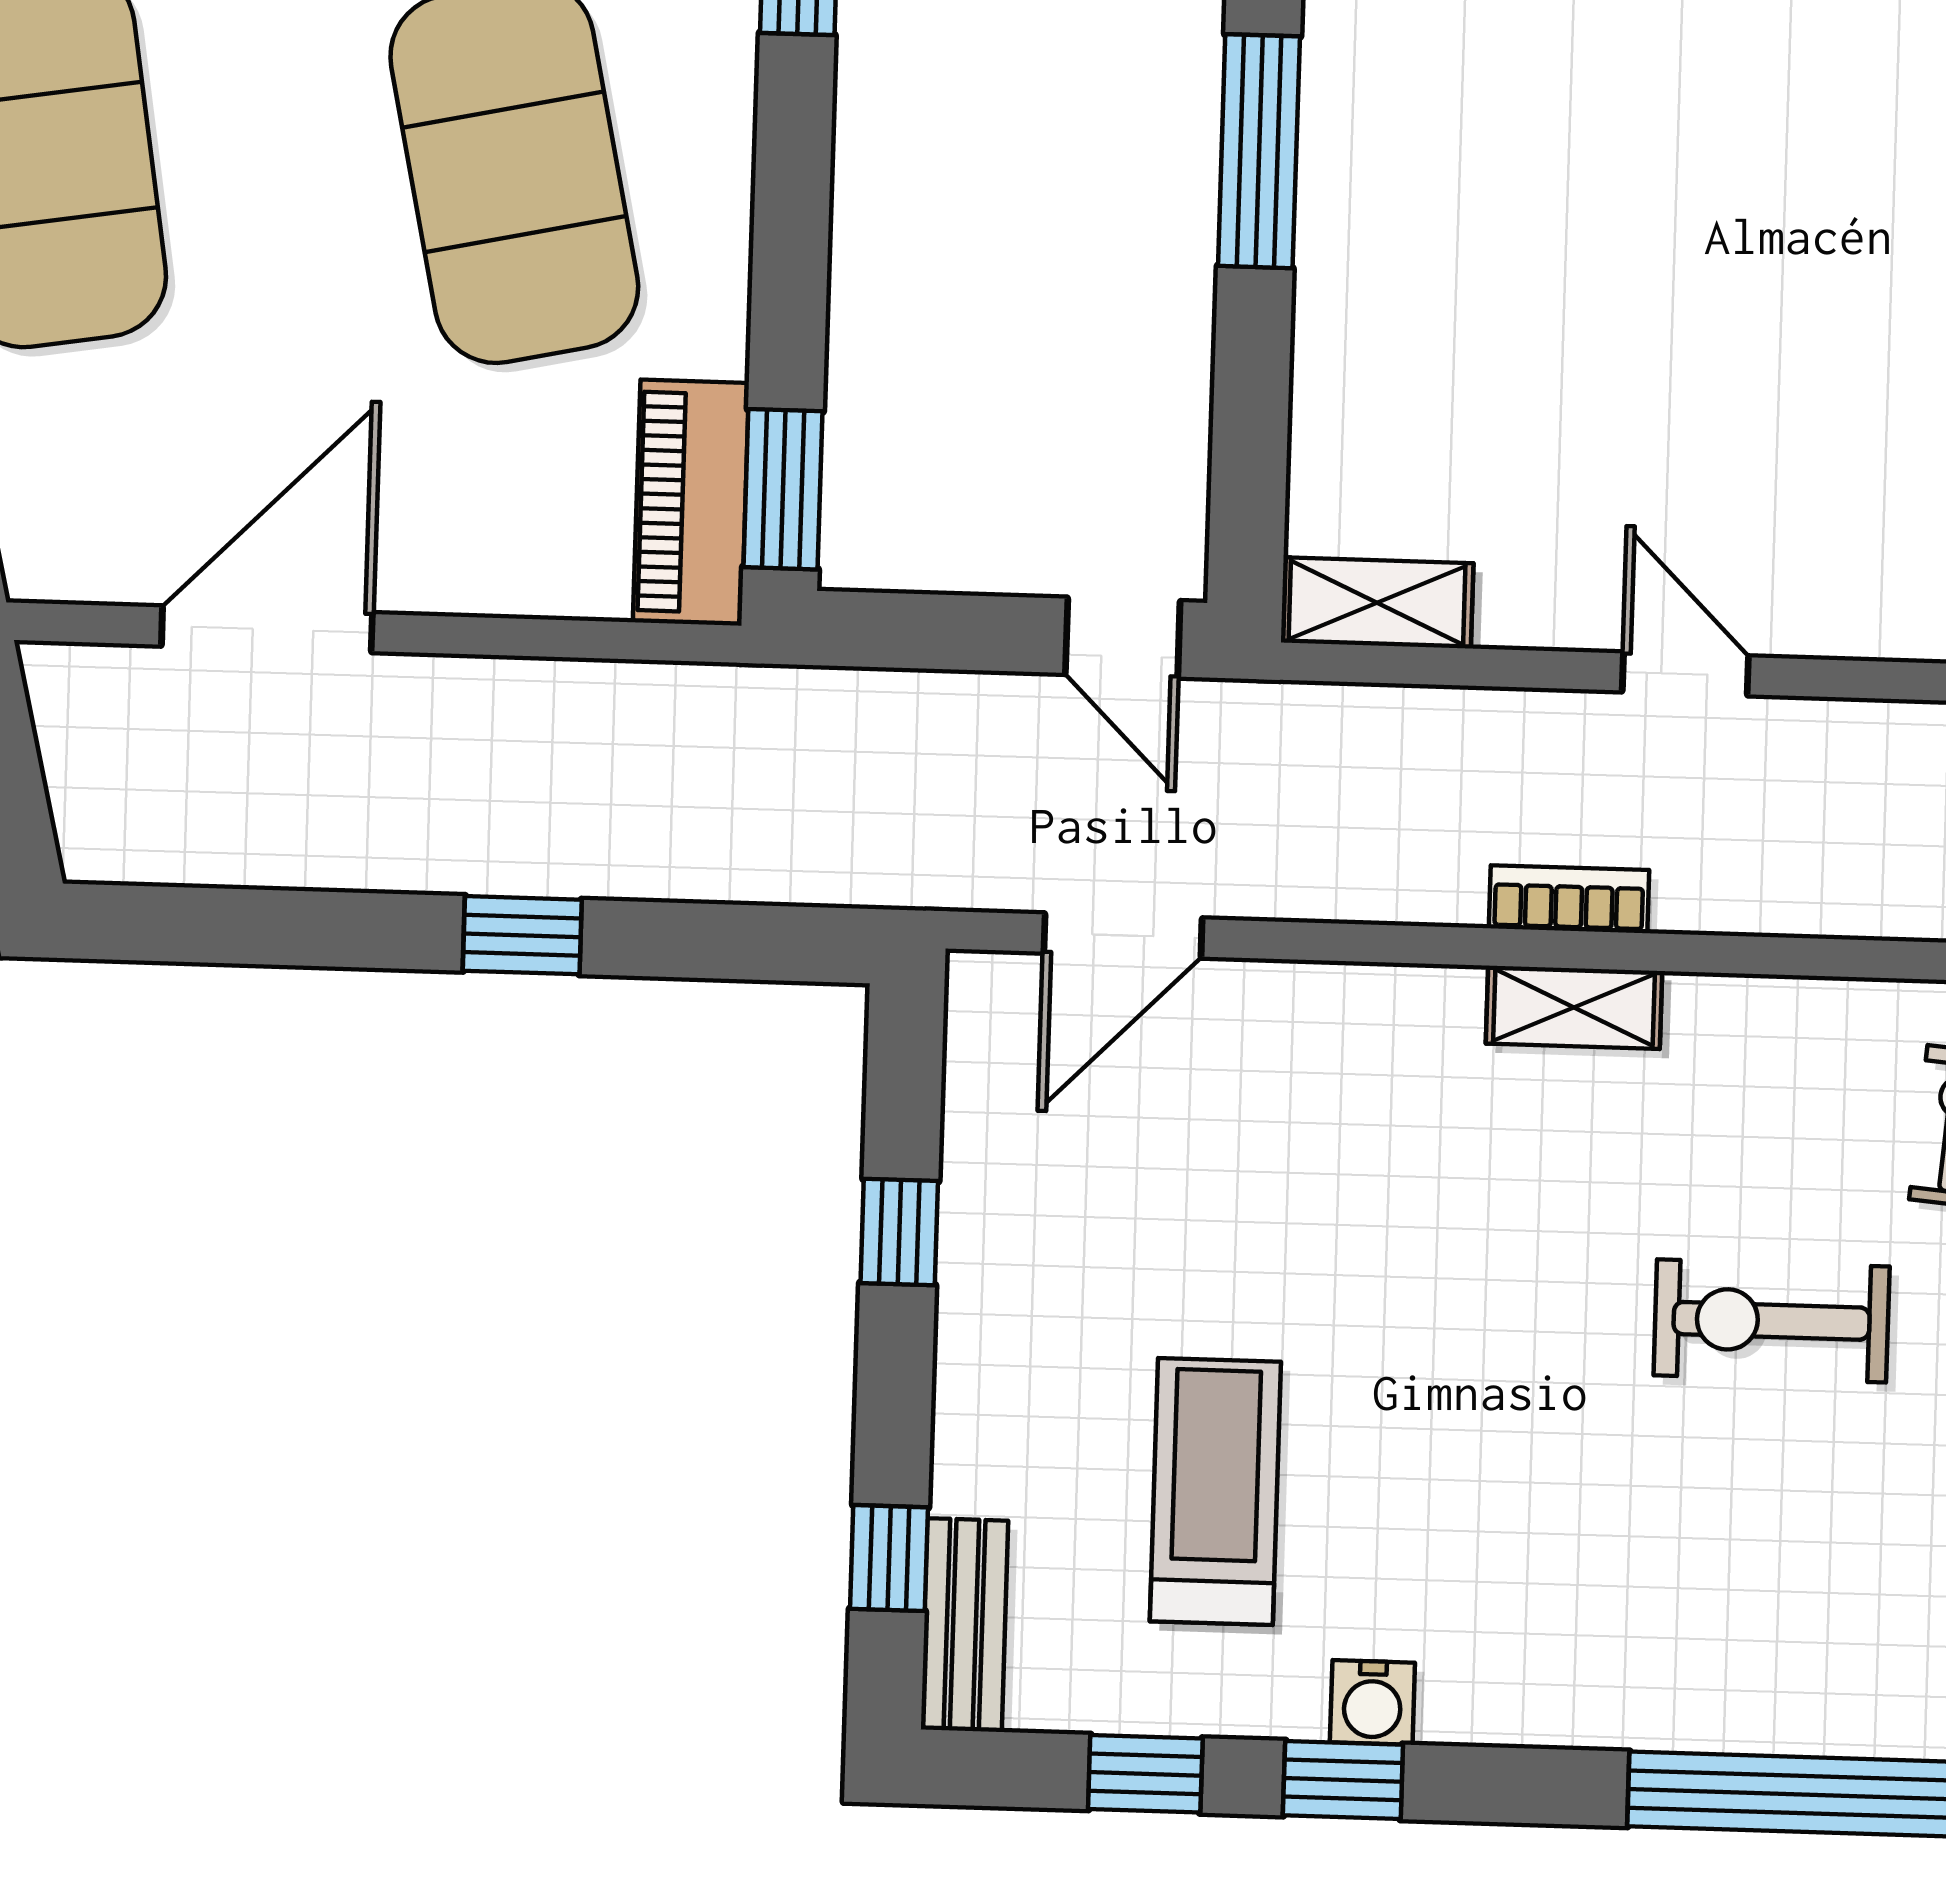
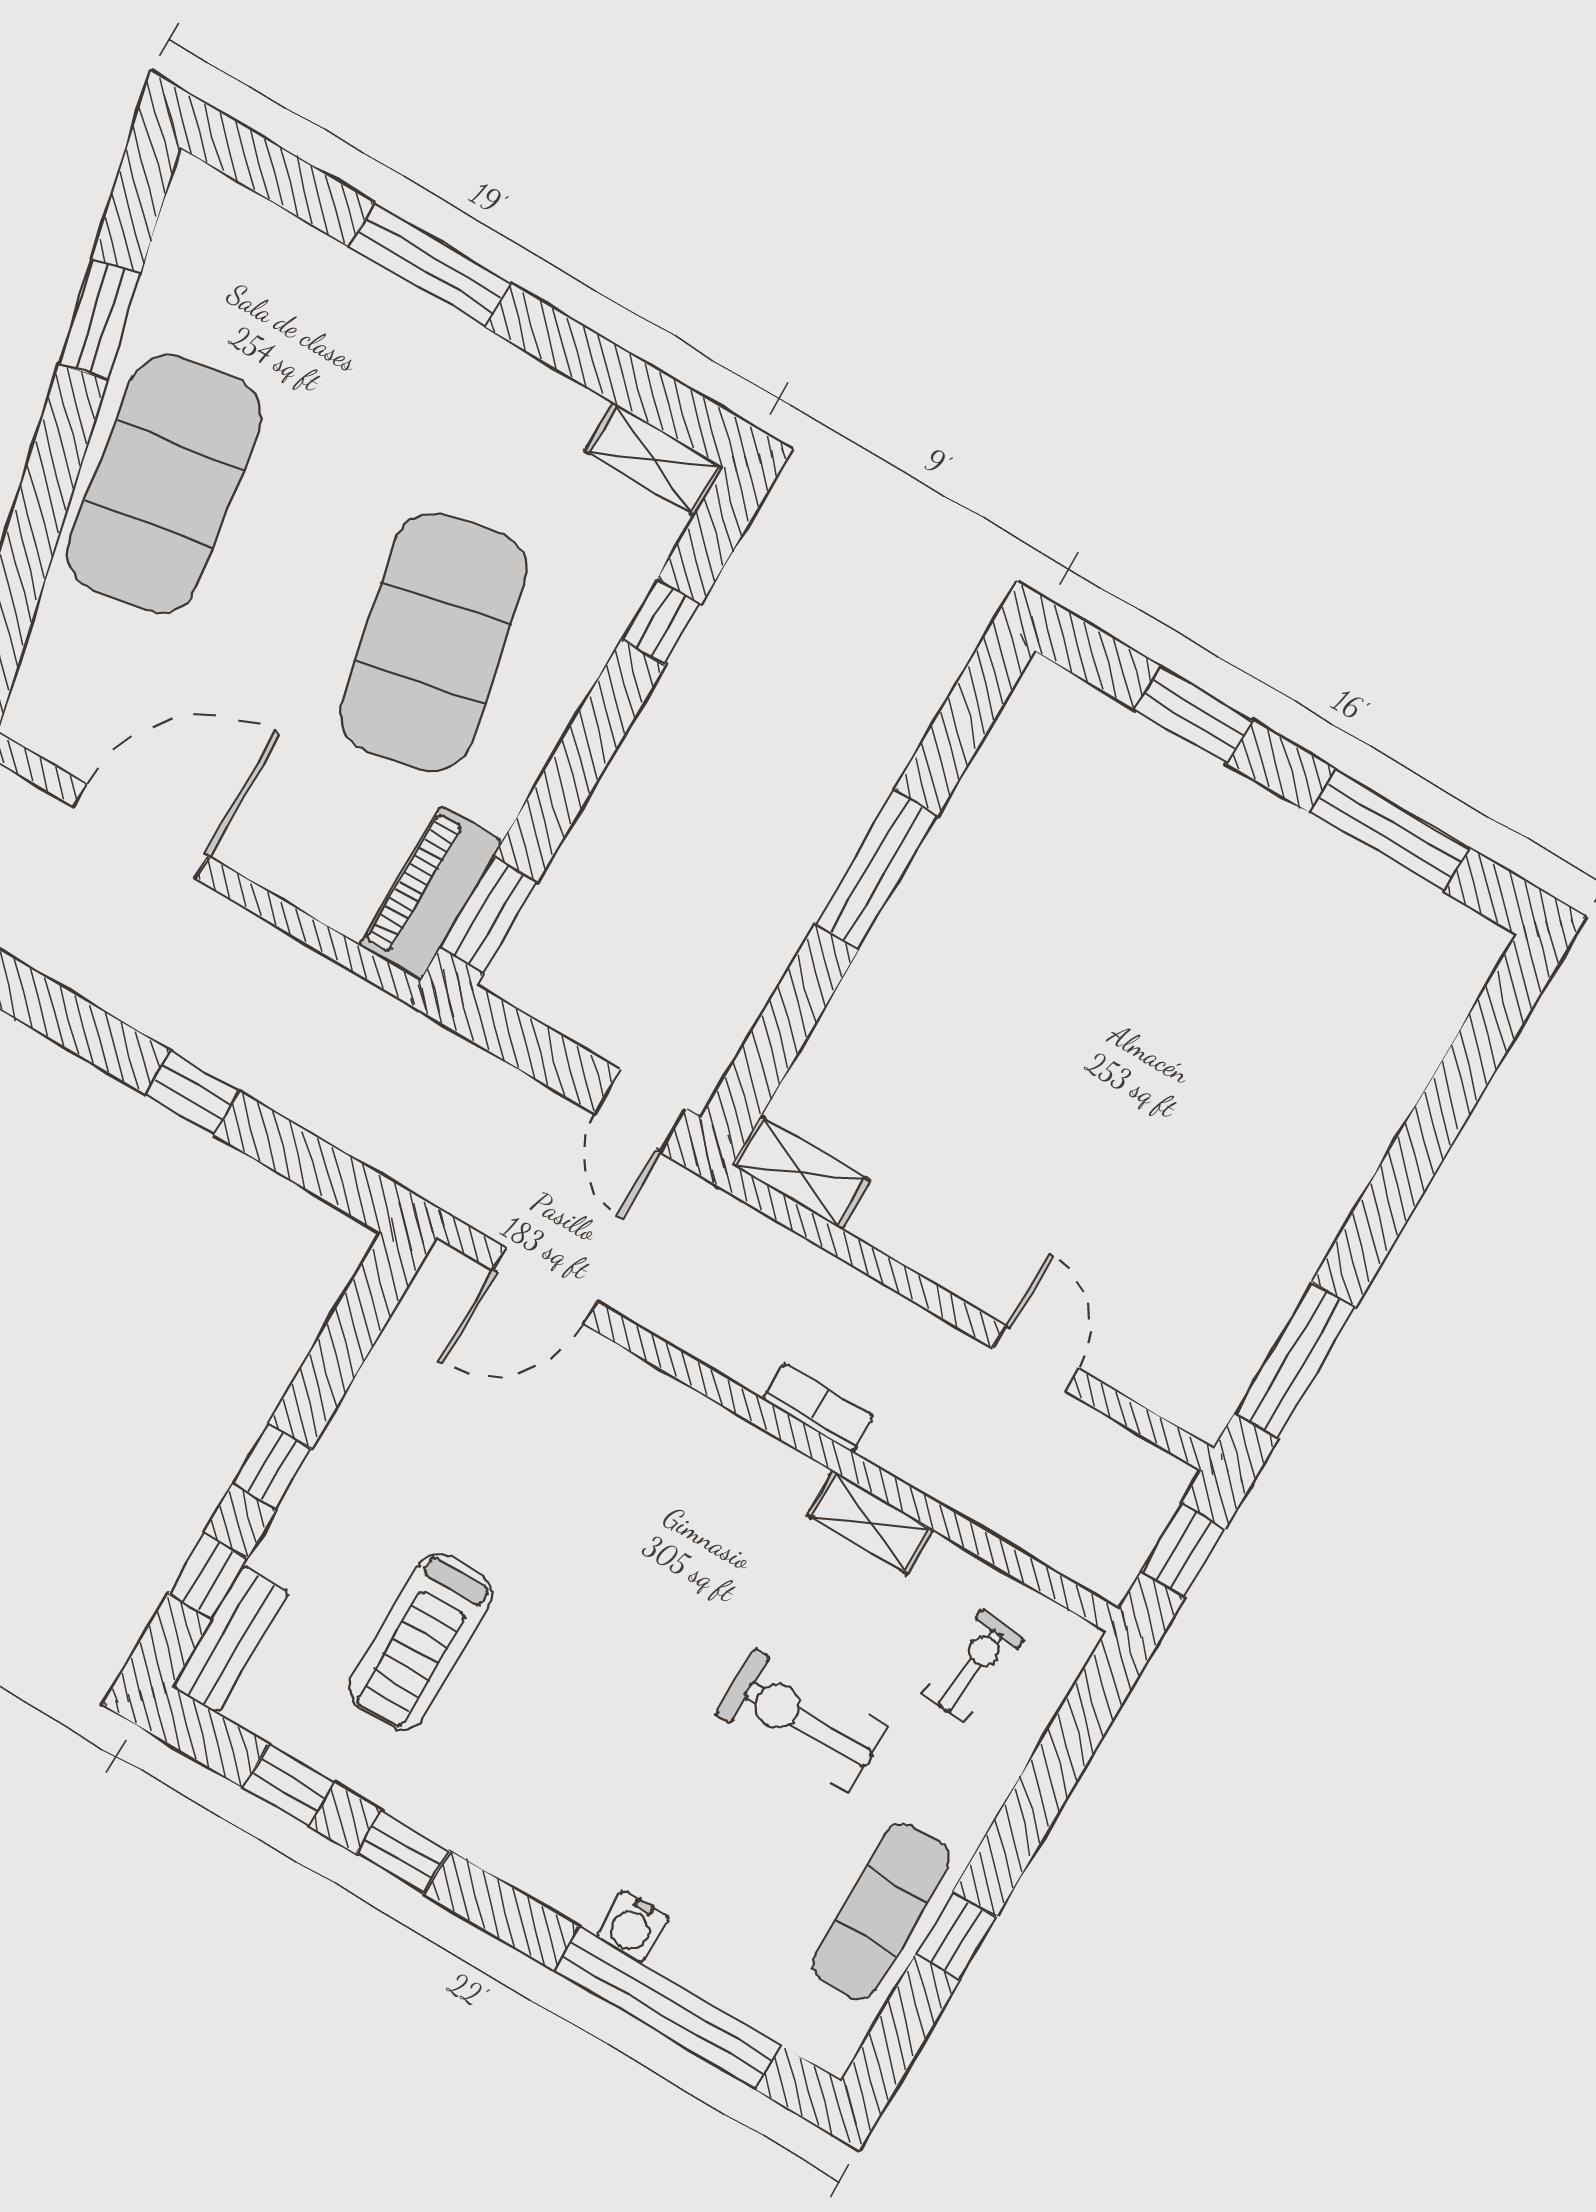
door: (1685, 674) -> (1036, 1358), moved
shelving: (1574, 1007) -> (870, 1522), moved
window: (899, 1232) -> (272, 1466), moved
treadmill: (1215, 1492) -> (420, 1642), turned 180
water cooler: (1372, 1702) -> (632, 1927), moved

